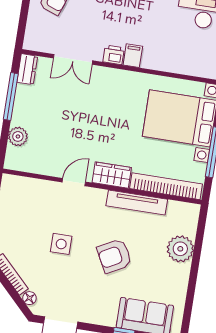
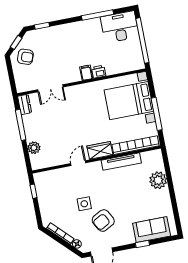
printer: (114, 55) -> (99, 72), moved
armchair: (114, 256) -> (103, 221), moved

